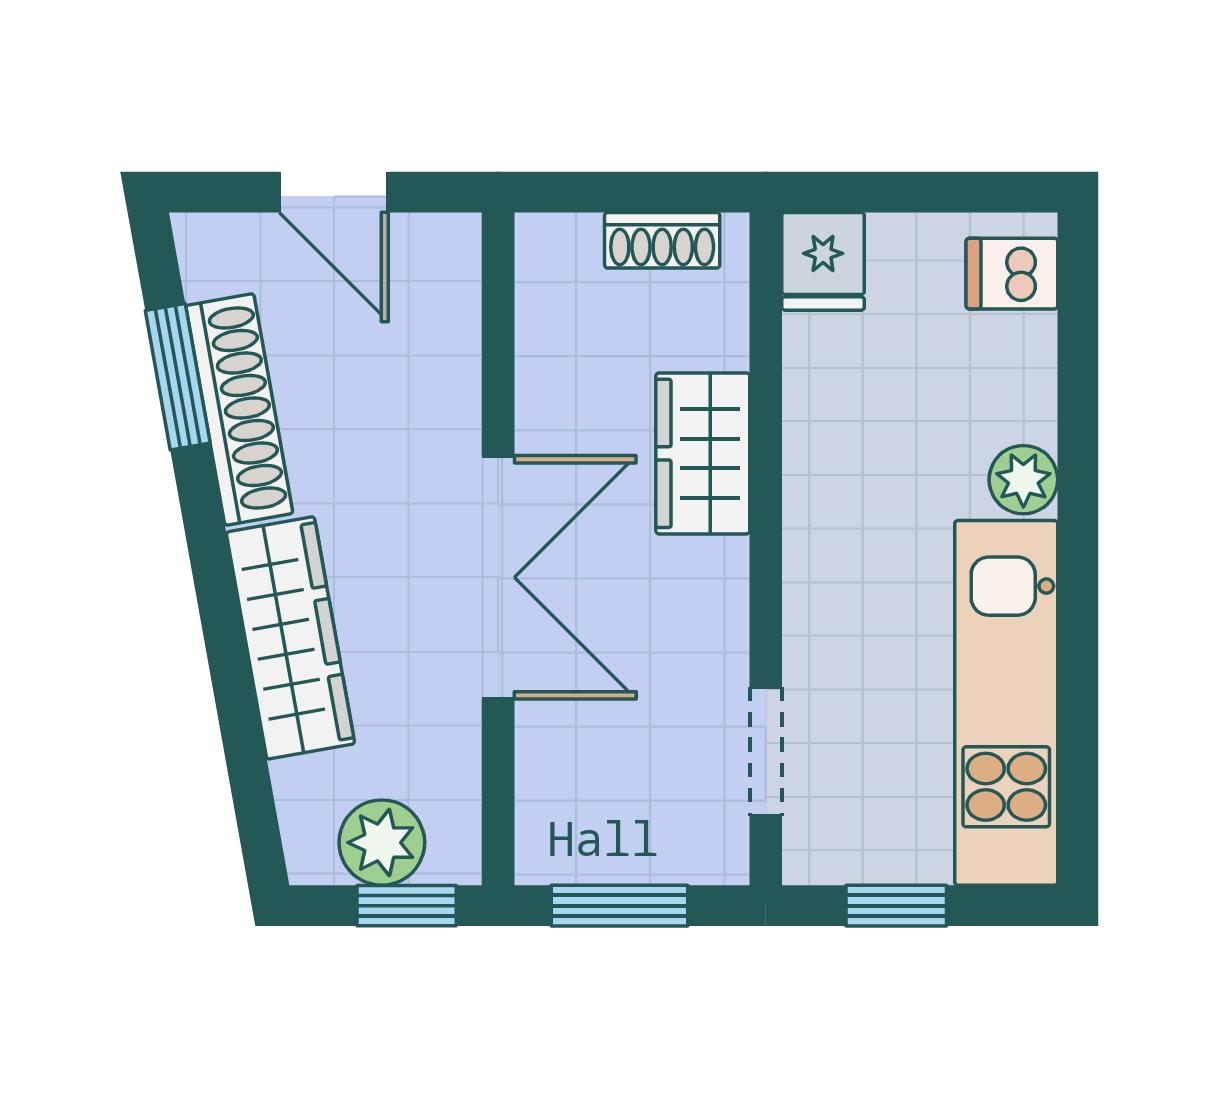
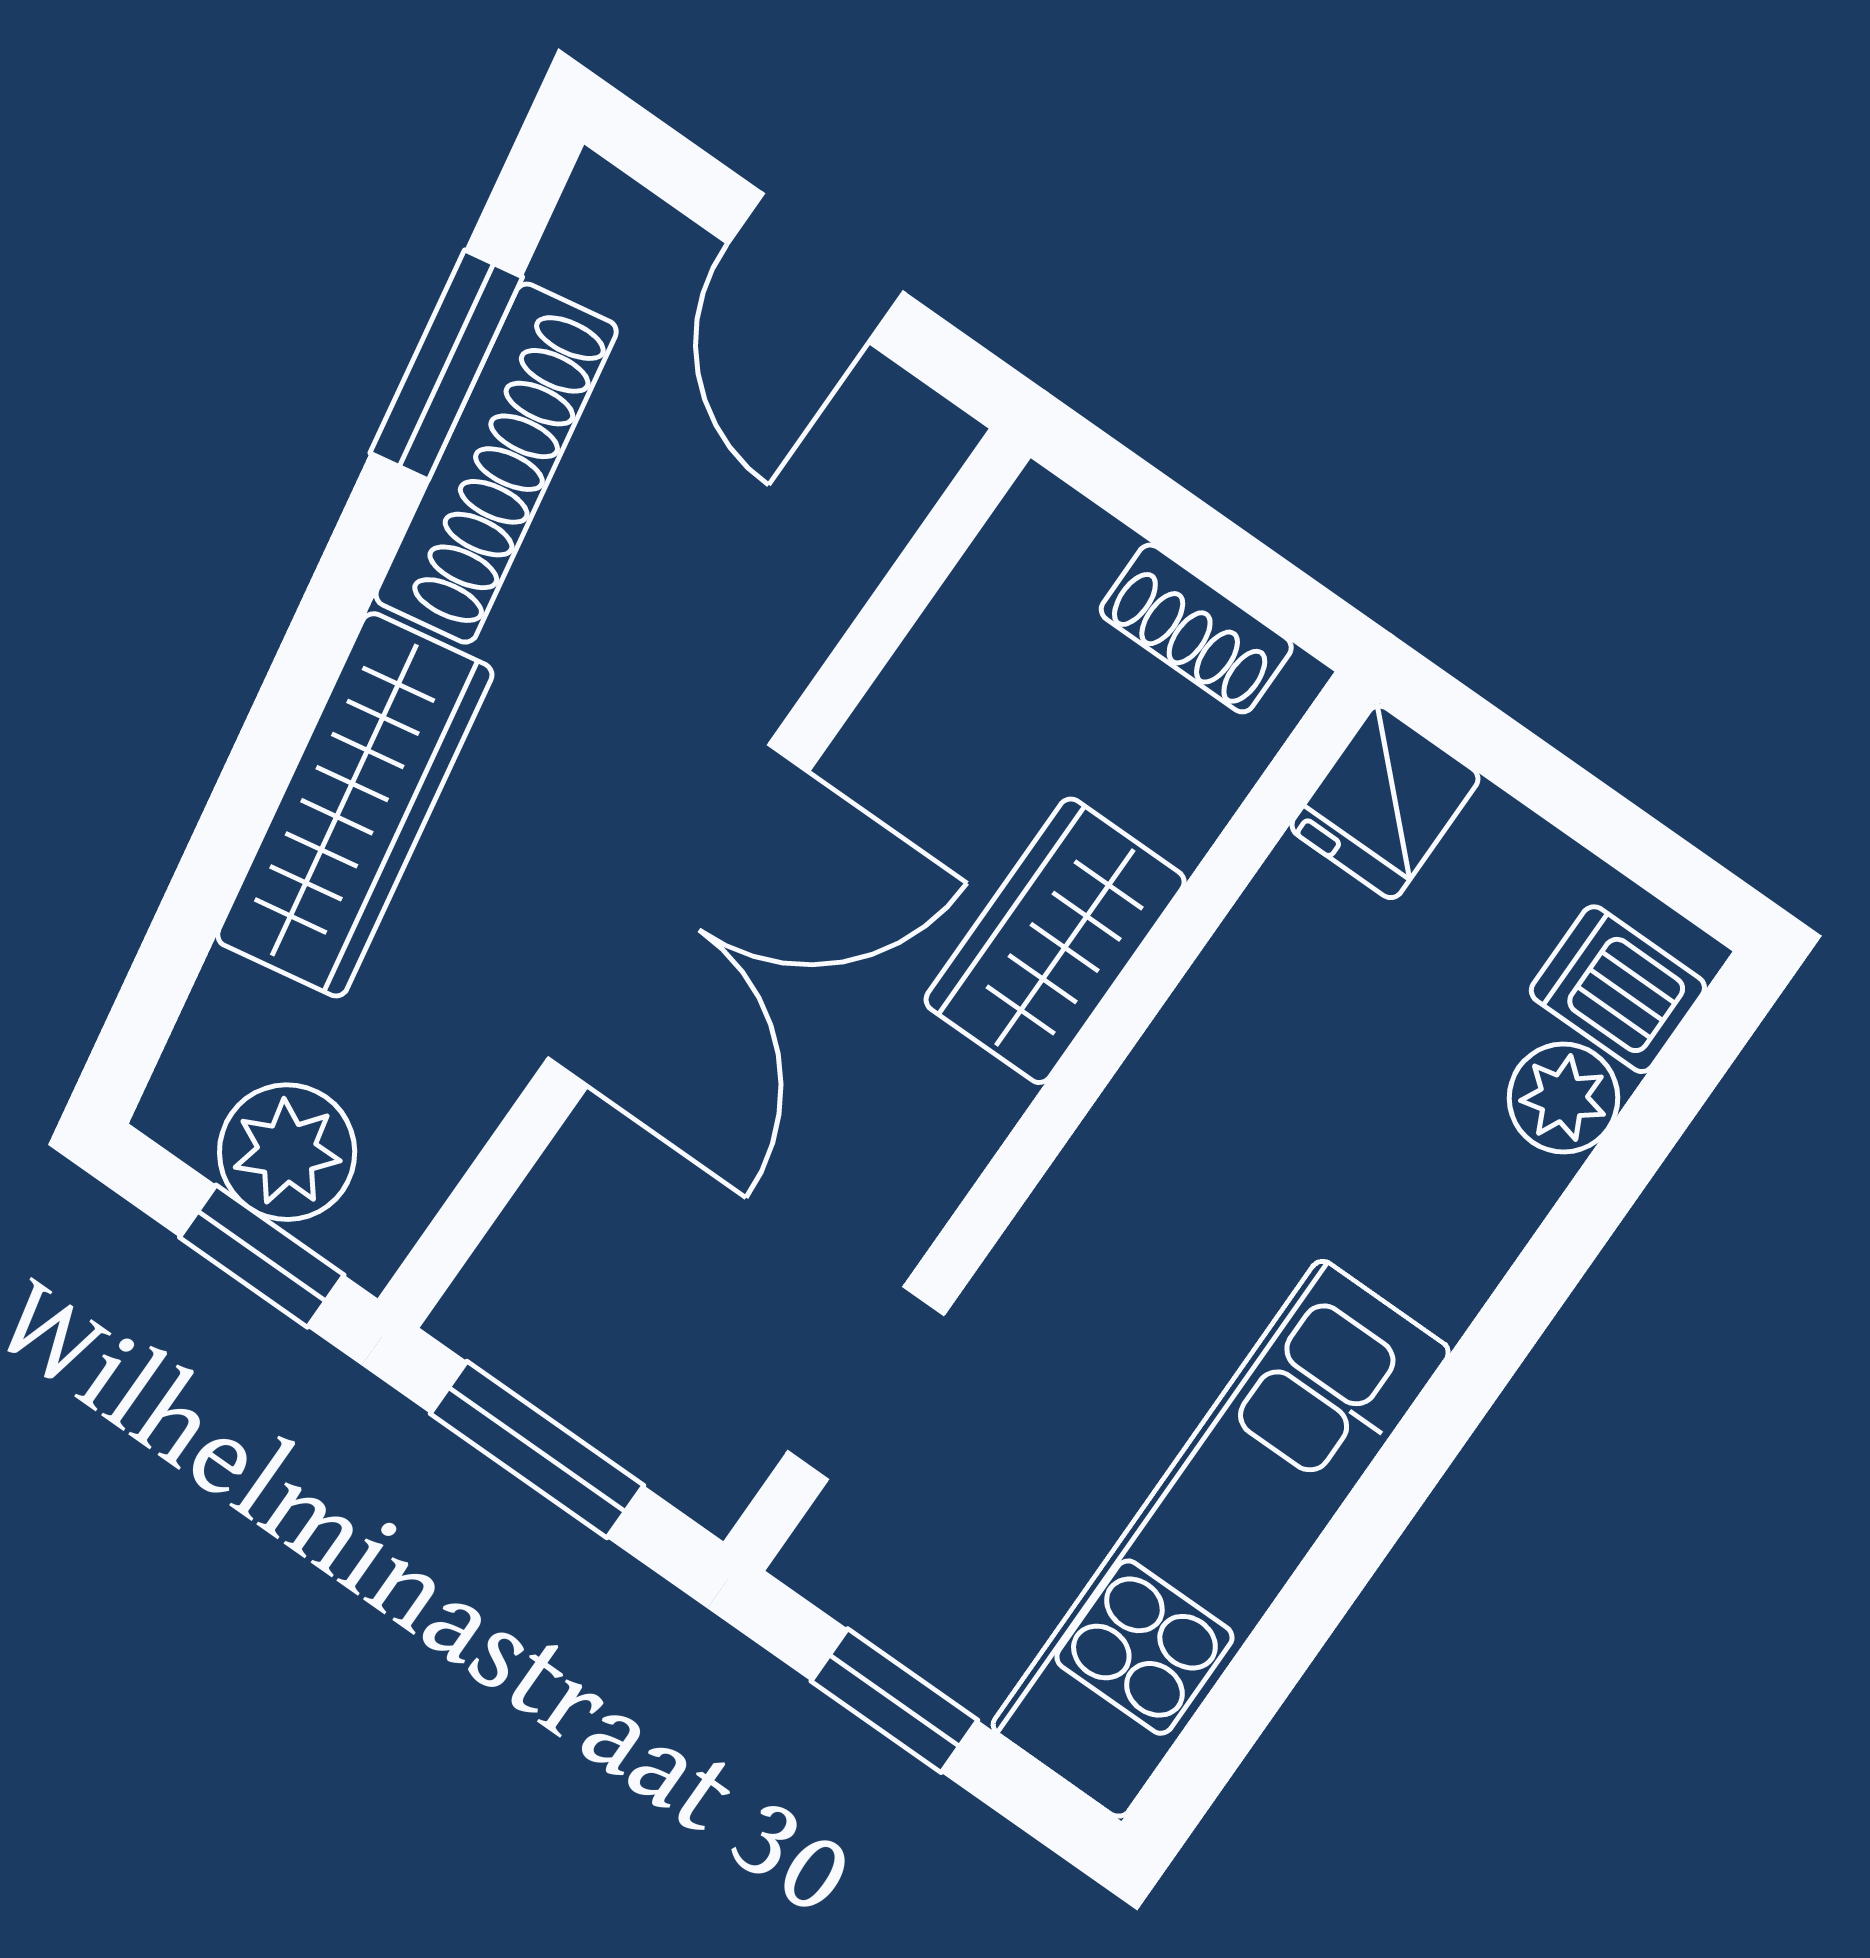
plant: (1023, 480) -> (1563, 1098), moved

